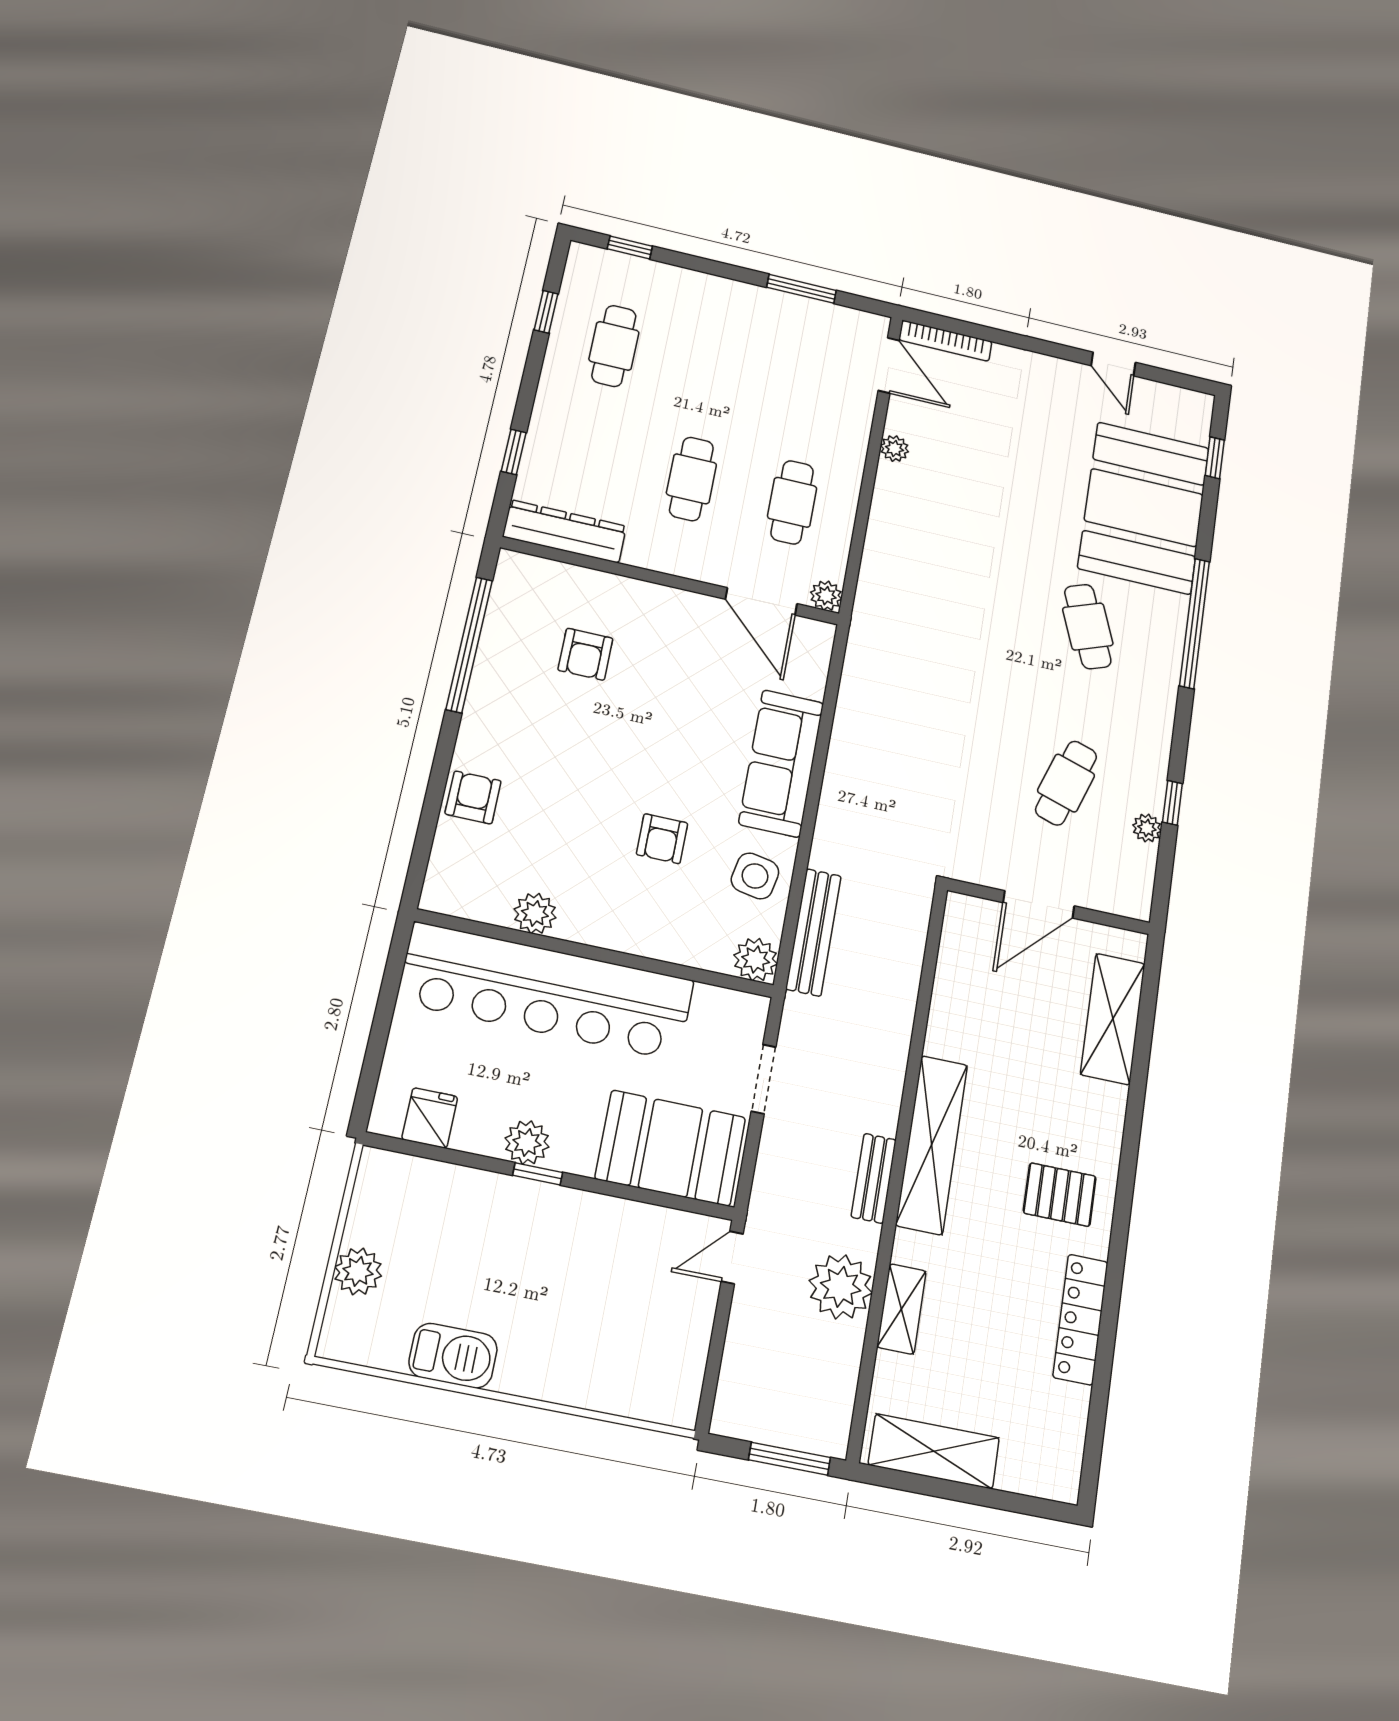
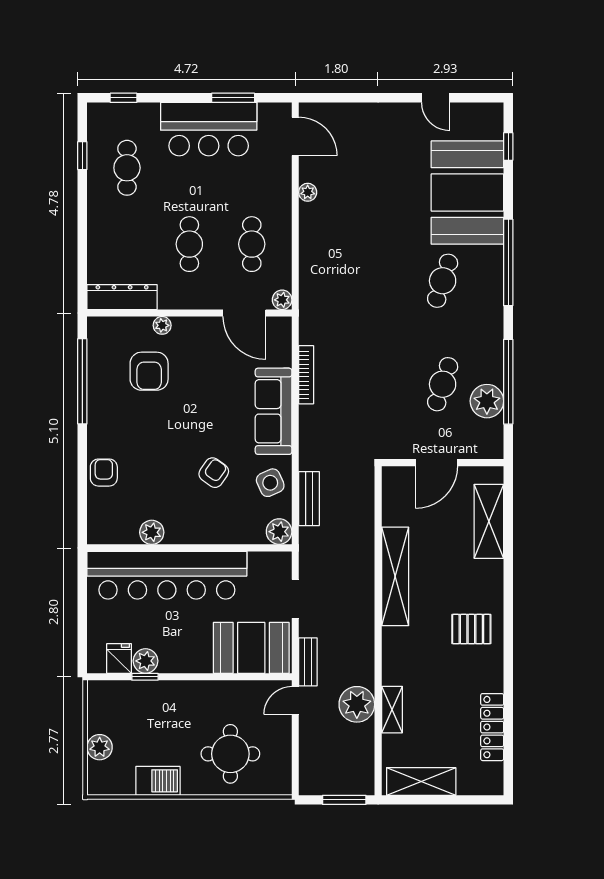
bar counter: (755, 323) -> (209, 129), added
bookcase: (945, 341) -> (306, 375), moved, turned -90
window: (514, 452) -> (82, 253), removed
plant: (622, 589) -> (162, 325), added
cafe table: (1088, 627) -> (443, 281), turned 39
armchair: (585, 654) -> (149, 371), width x1.38, depth x1.38
window: (1172, 803) -> (508, 382), width x3.17
plant: (1147, 828) -> (487, 401), width x1.88, depth x1.88
armchair: (662, 839) -> (214, 473), turned -145
side table: (755, 876) -> (270, 483), turned -35
bench: (814, 932) -> (309, 499), width x0.73
plant: (527, 1142) -> (146, 661), moved
shelving: (932, 1145) -> (395, 576), moved
window: (538, 1174) -> (145, 677), moved
bench: (874, 1178) -> (308, 662), moved
locker: (1080, 1319) -> (492, 727), moved
round table: (597, 1332) -> (230, 754), added

